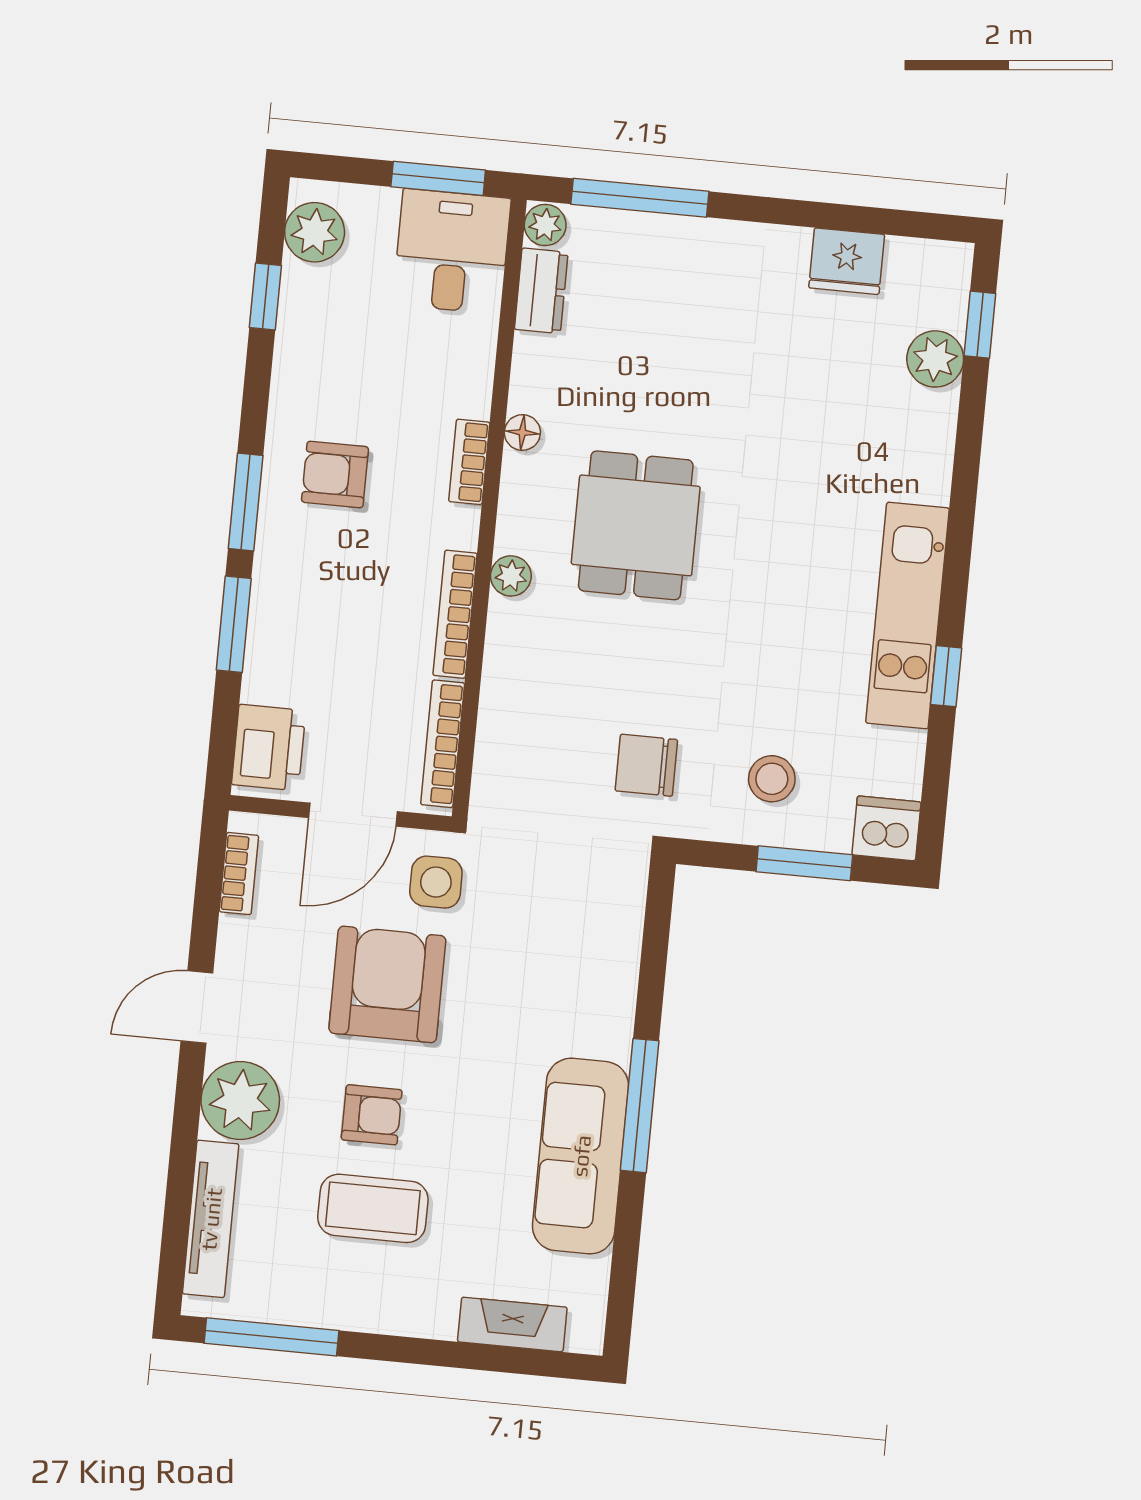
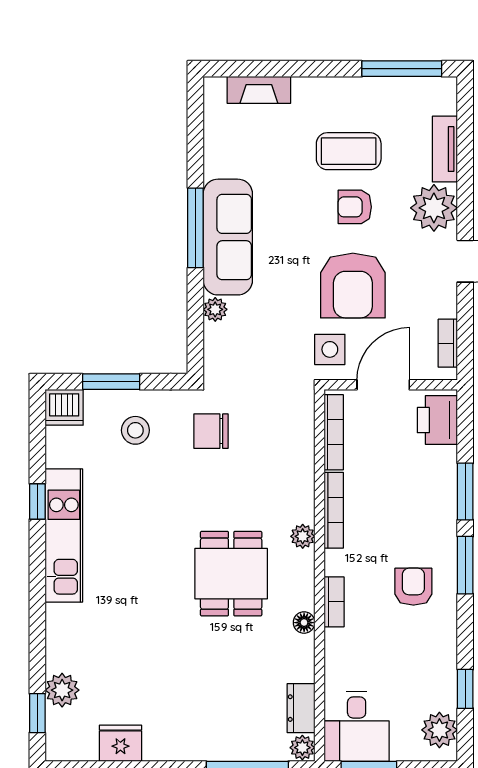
armchair: (335, 474) -> (413, 587), turned -90
chair: (646, 765) -> (211, 431), turned 180
plant: (620, 967) -> (215, 309), added
sofa: (581, 1156) -> (228, 237), moved
tv unit: (211, 1219) -> (445, 149), width x0.71

